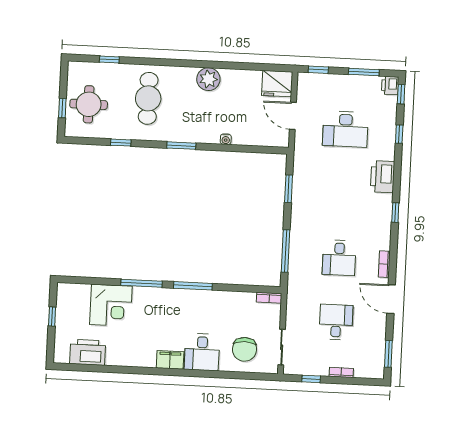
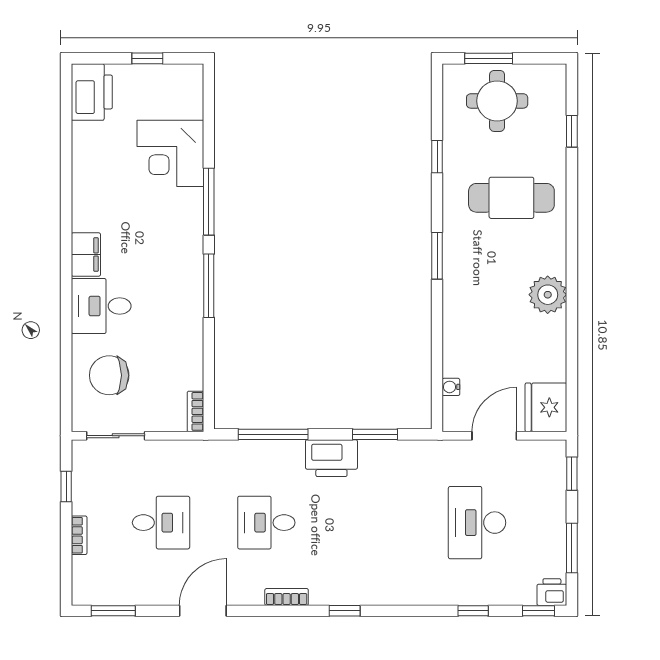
window: (62, 108) -> (489, 58), width x1.50
water cooler: (226, 139) -> (451, 387), moved
printer: (383, 177) -> (331, 458), moved, turned 180
bookcase: (384, 264) -> (287, 597), moved
printer: (88, 352) -> (92, 92), moved

